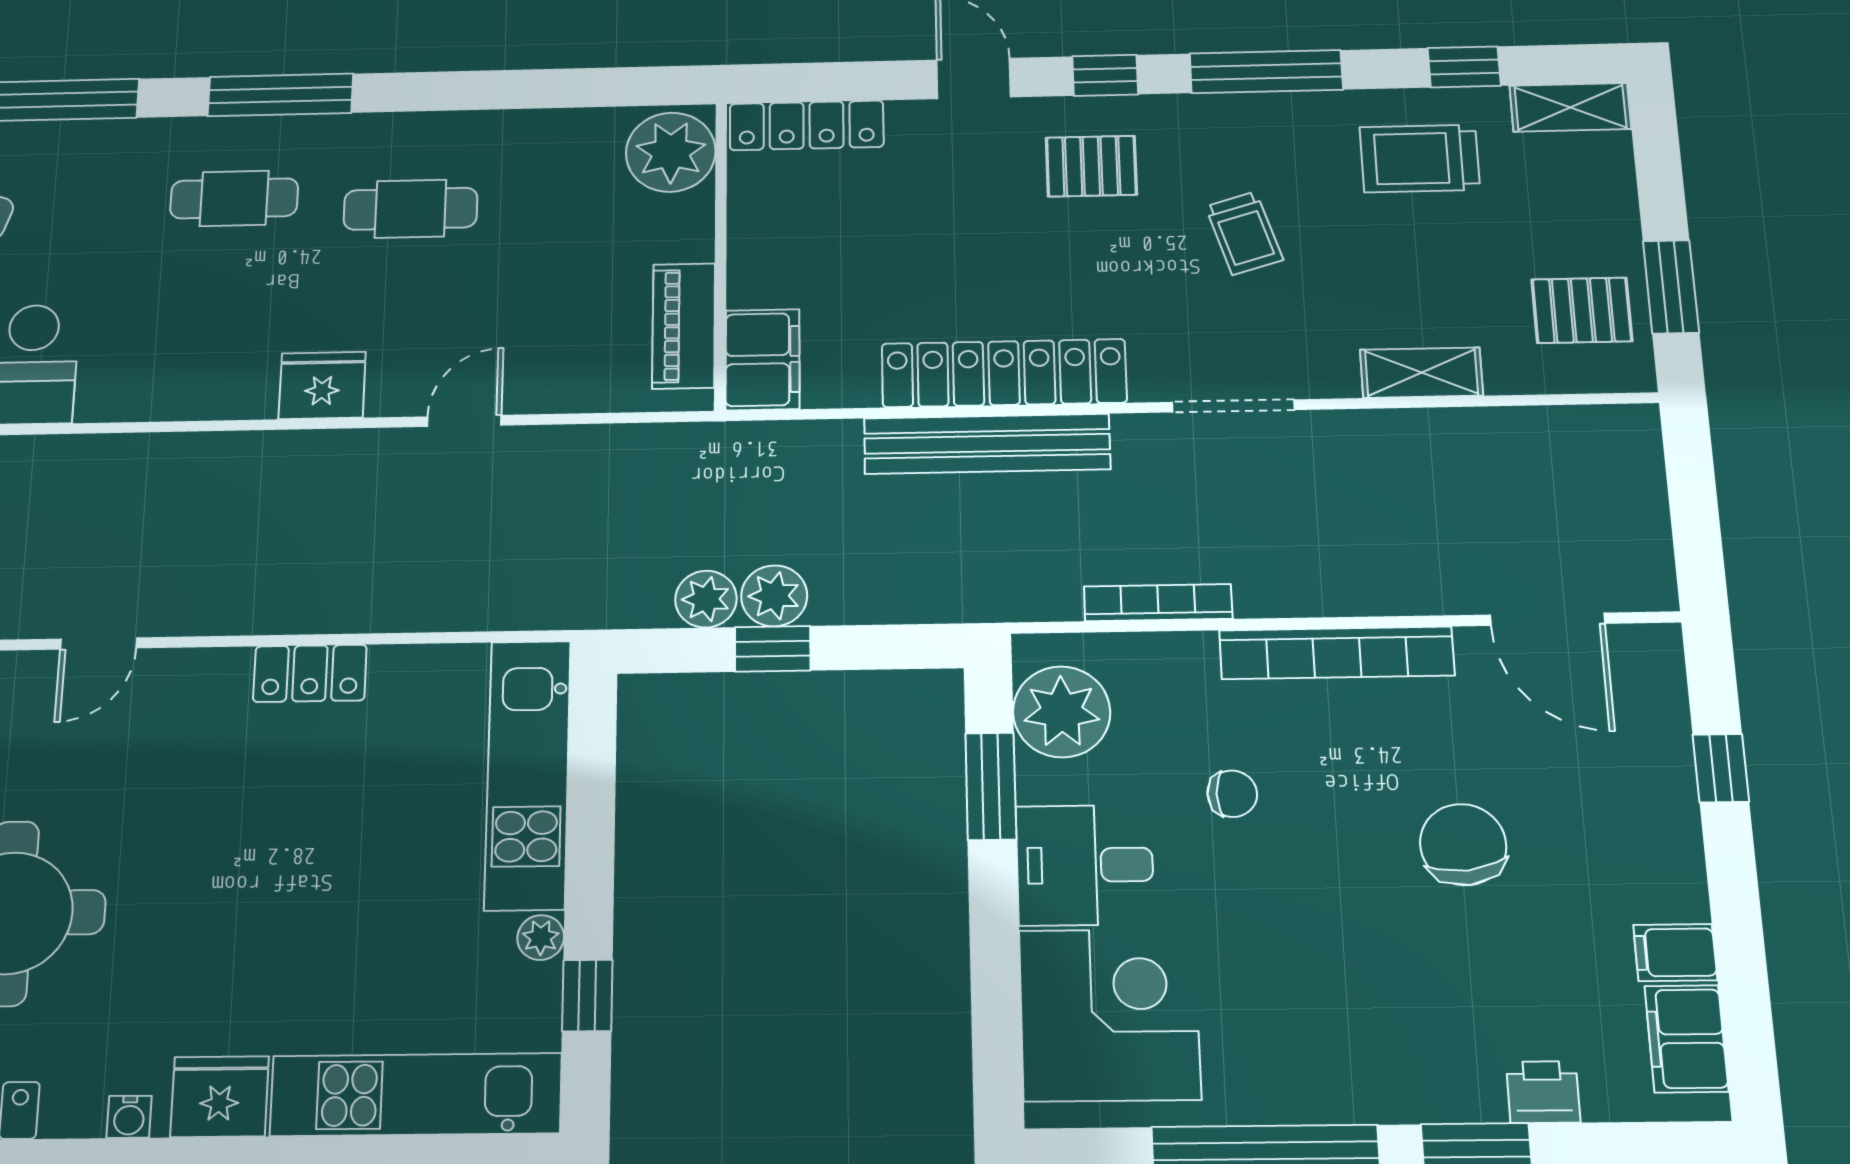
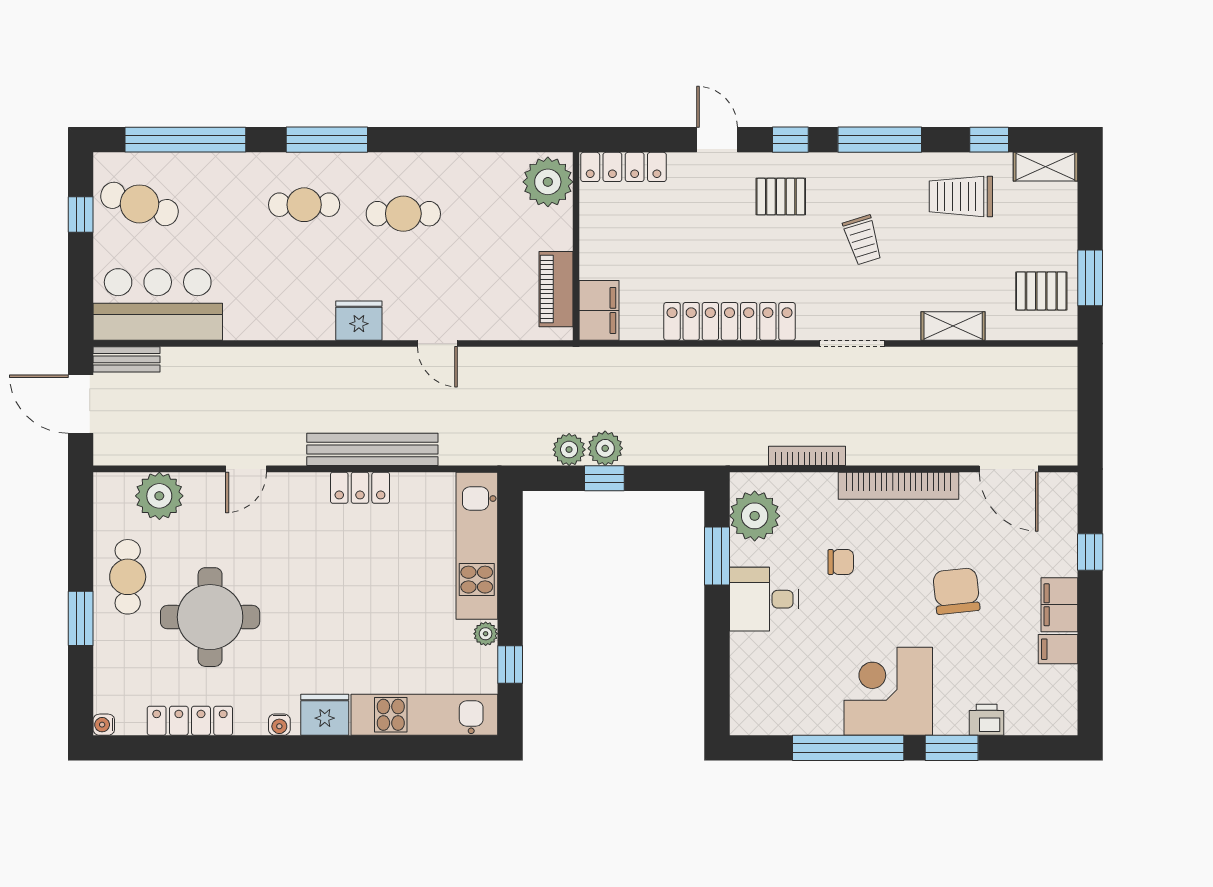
door: (464, 421) -> (437, 343), swing flipped
bench: (987, 444) -> (372, 449), moved
corner desk: (1109, 1015) -> (888, 691), moved, turned -90
filing cabinet: (1686, 1039) -> (1059, 605), moved

